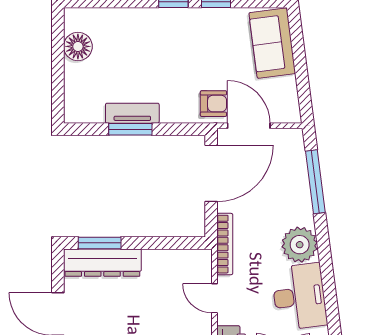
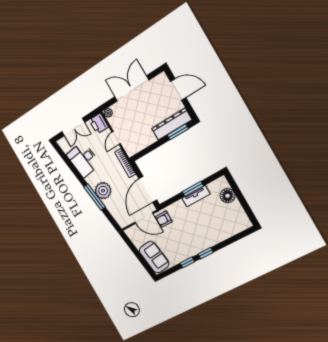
floor lamp: (78, 46) -> (228, 196), moved
window: (315, 182) -> (94, 197), moved
plant: (300, 245) -> (103, 191), moved
door: (215, 298) -> (116, 138), swing flipped

